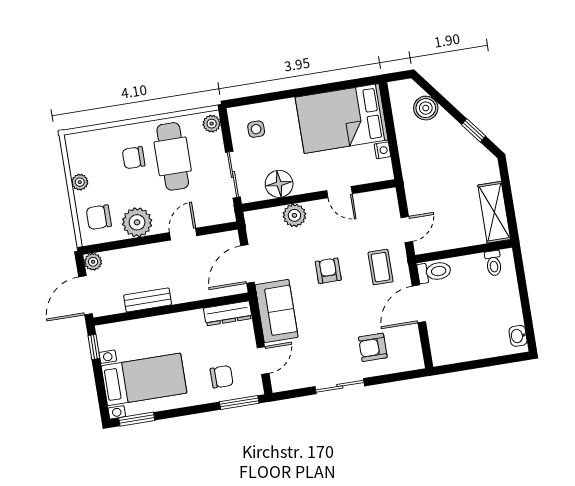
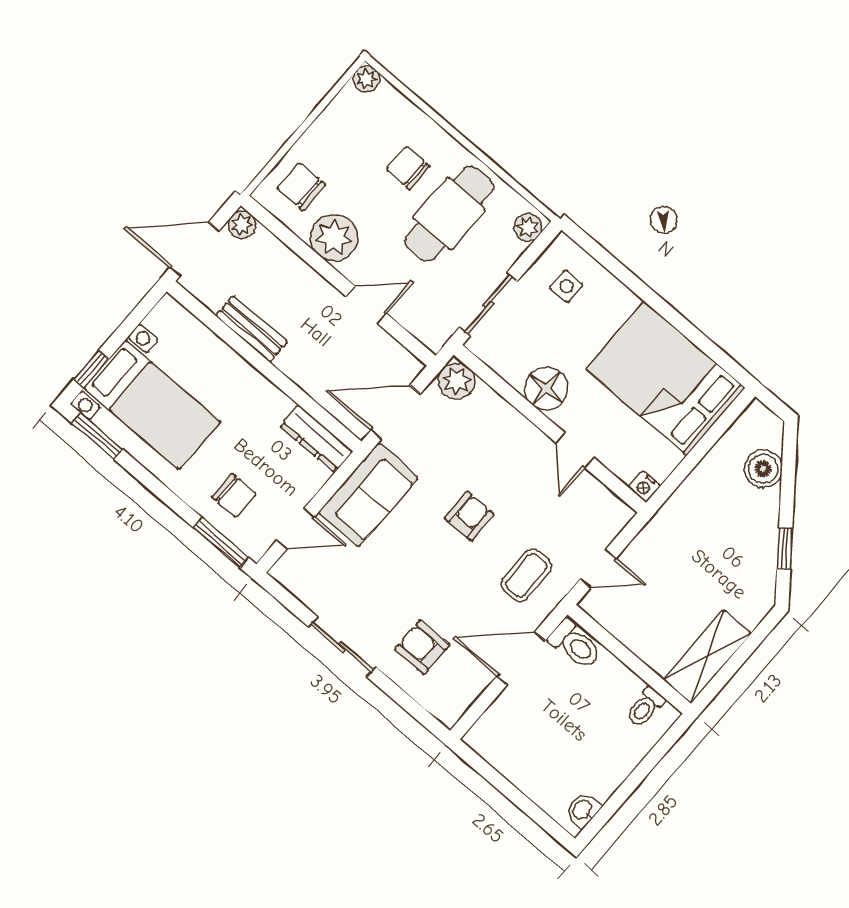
nightstand: (382, 150) -> (644, 487), moved, turned 90
plant: (80, 182) -> (367, 79), moved
floor lamp: (279, 184) -> (546, 389), moved
plant: (294, 215) -> (457, 381), moved
window: (94, 347) -> (91, 369), moved

